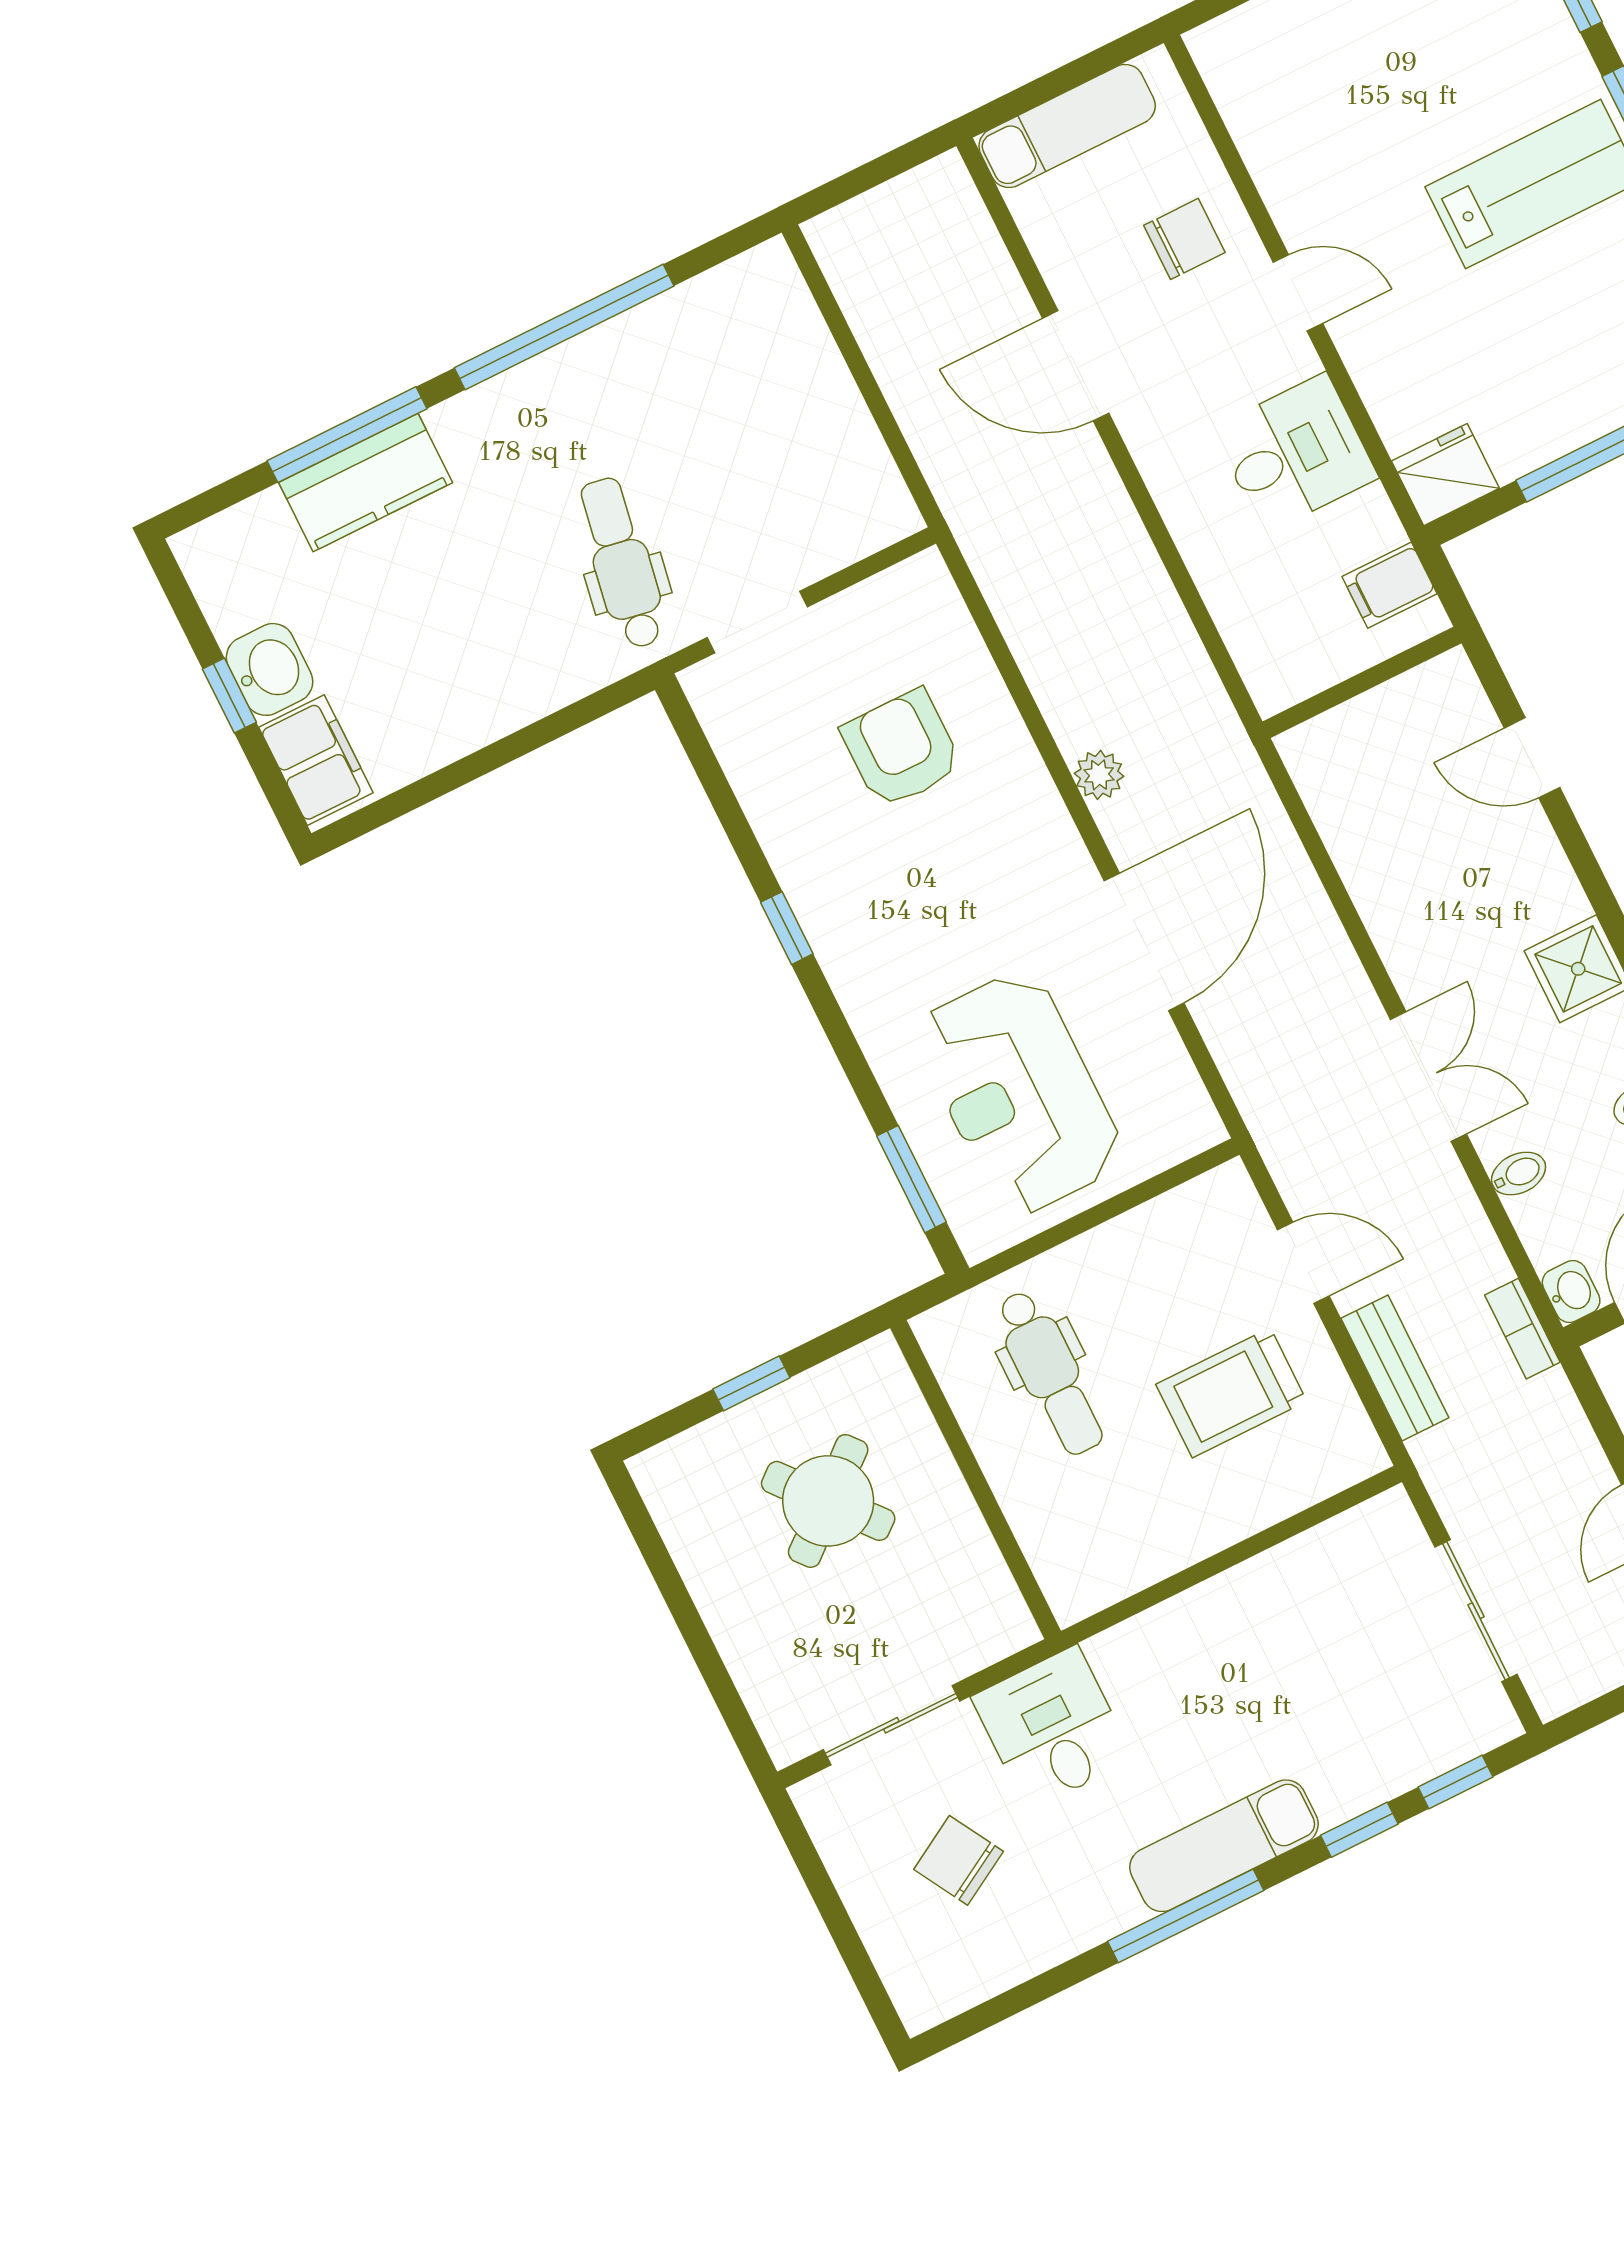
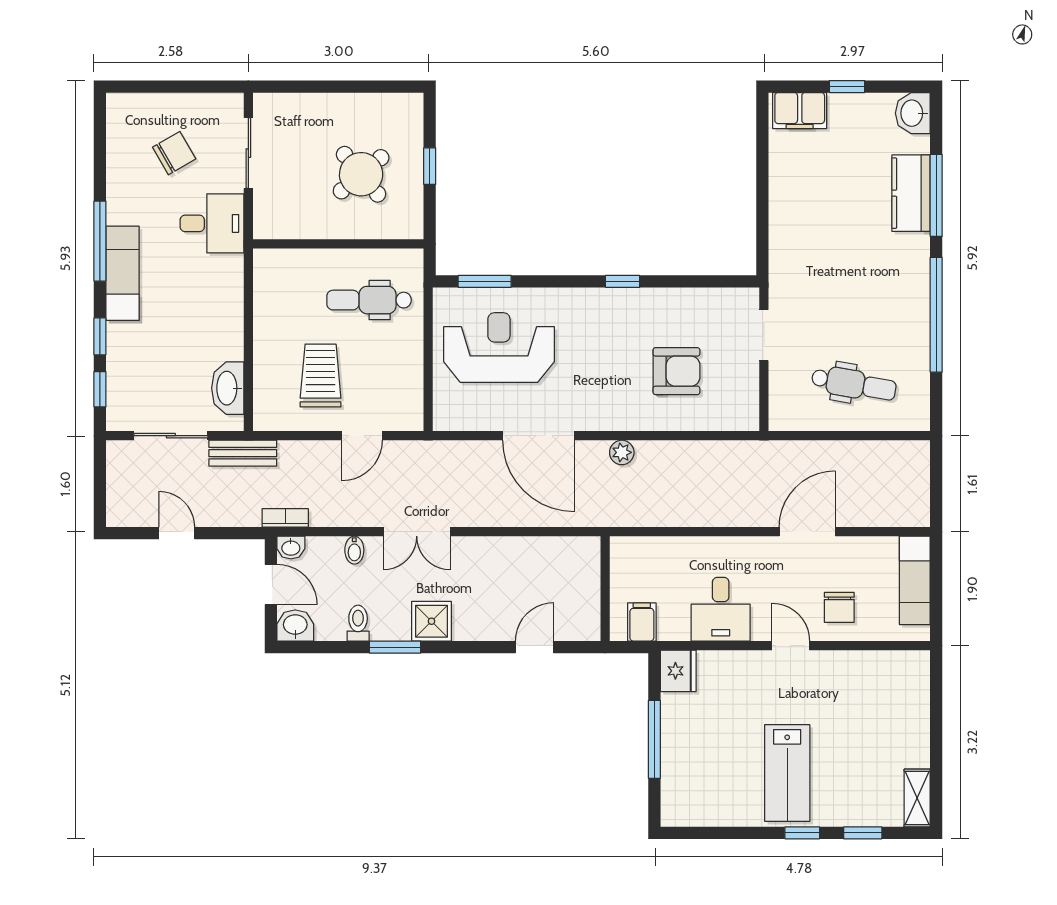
door: (1298, 293) -> (791, 646), swing flipped
dental chair: (622, 563) -> (854, 384), moved
washbasin: (270, 669) -> (913, 113), moved, turned 90
bench: (1395, 1368) -> (243, 453), moved
washbasin: (1338, 1550) -> (228, 388), added

